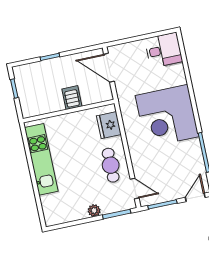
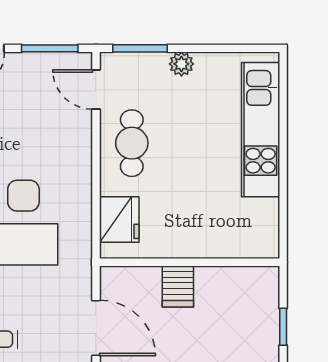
kitchen unit: (41, 159) -> (261, 130), moved

